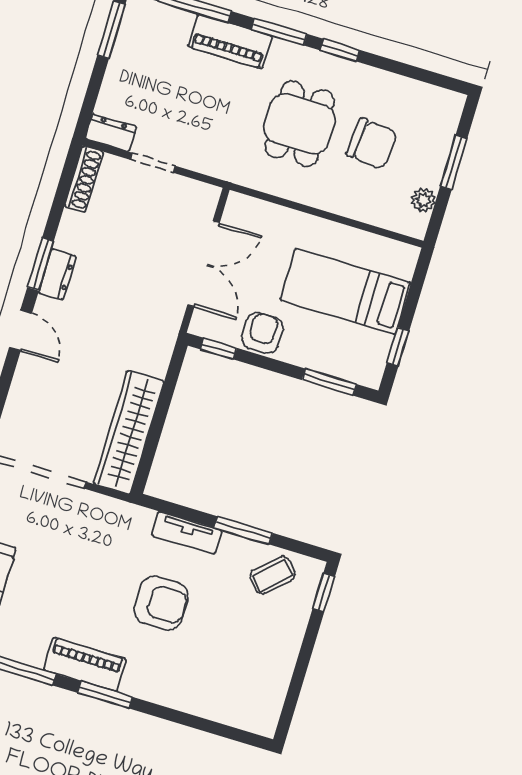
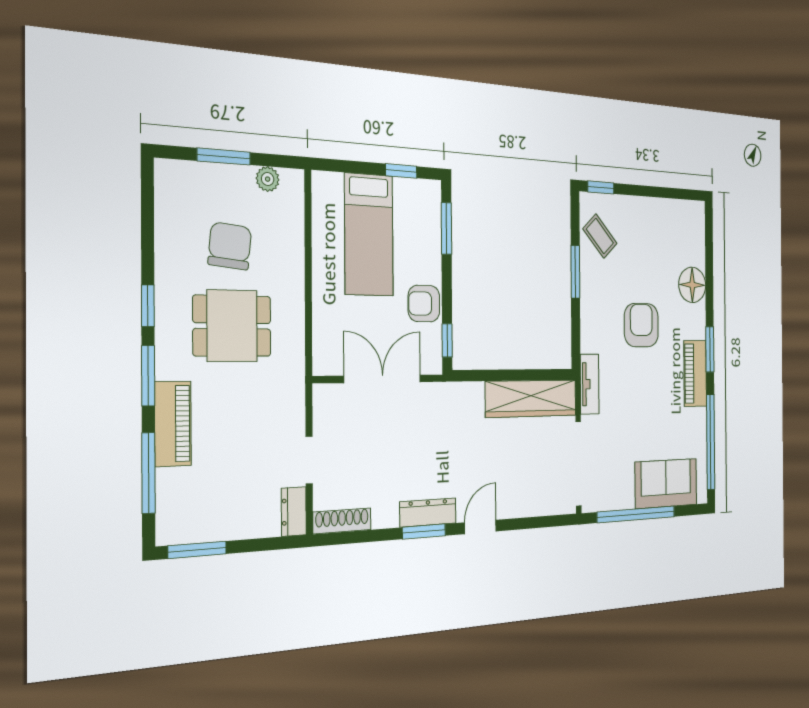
dresser: (57, 274) -> (428, 512), width x1.44
tv unit: (187, 533) -> (590, 384), moved
floor lamp: (184, 691) -> (692, 285), added

